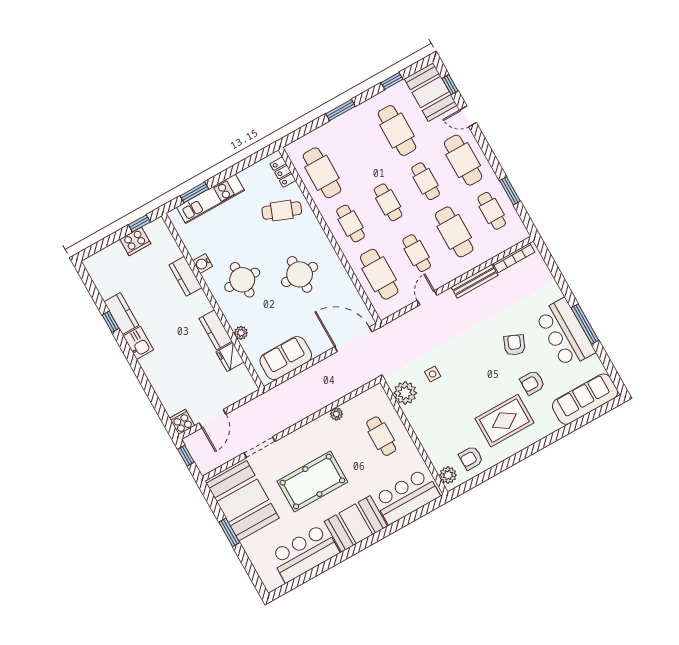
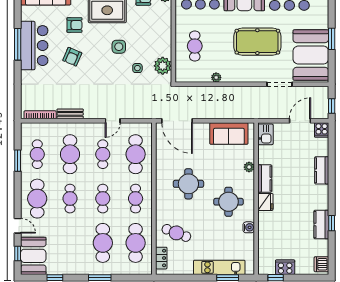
cafe table: (397, 130) -> (103, 243), moved
dishwasher: (96, 268) -> (321, 264), added
kitchen counter: (185, 276) -> (322, 170), moved, turned 180
bench: (475, 281) -> (70, 114), width x0.73
kitchen sink: (138, 343) -> (265, 134), moved, turned 180
fridge: (230, 357) -> (265, 202), moved
side table: (468, 386) -> (119, 47), added

